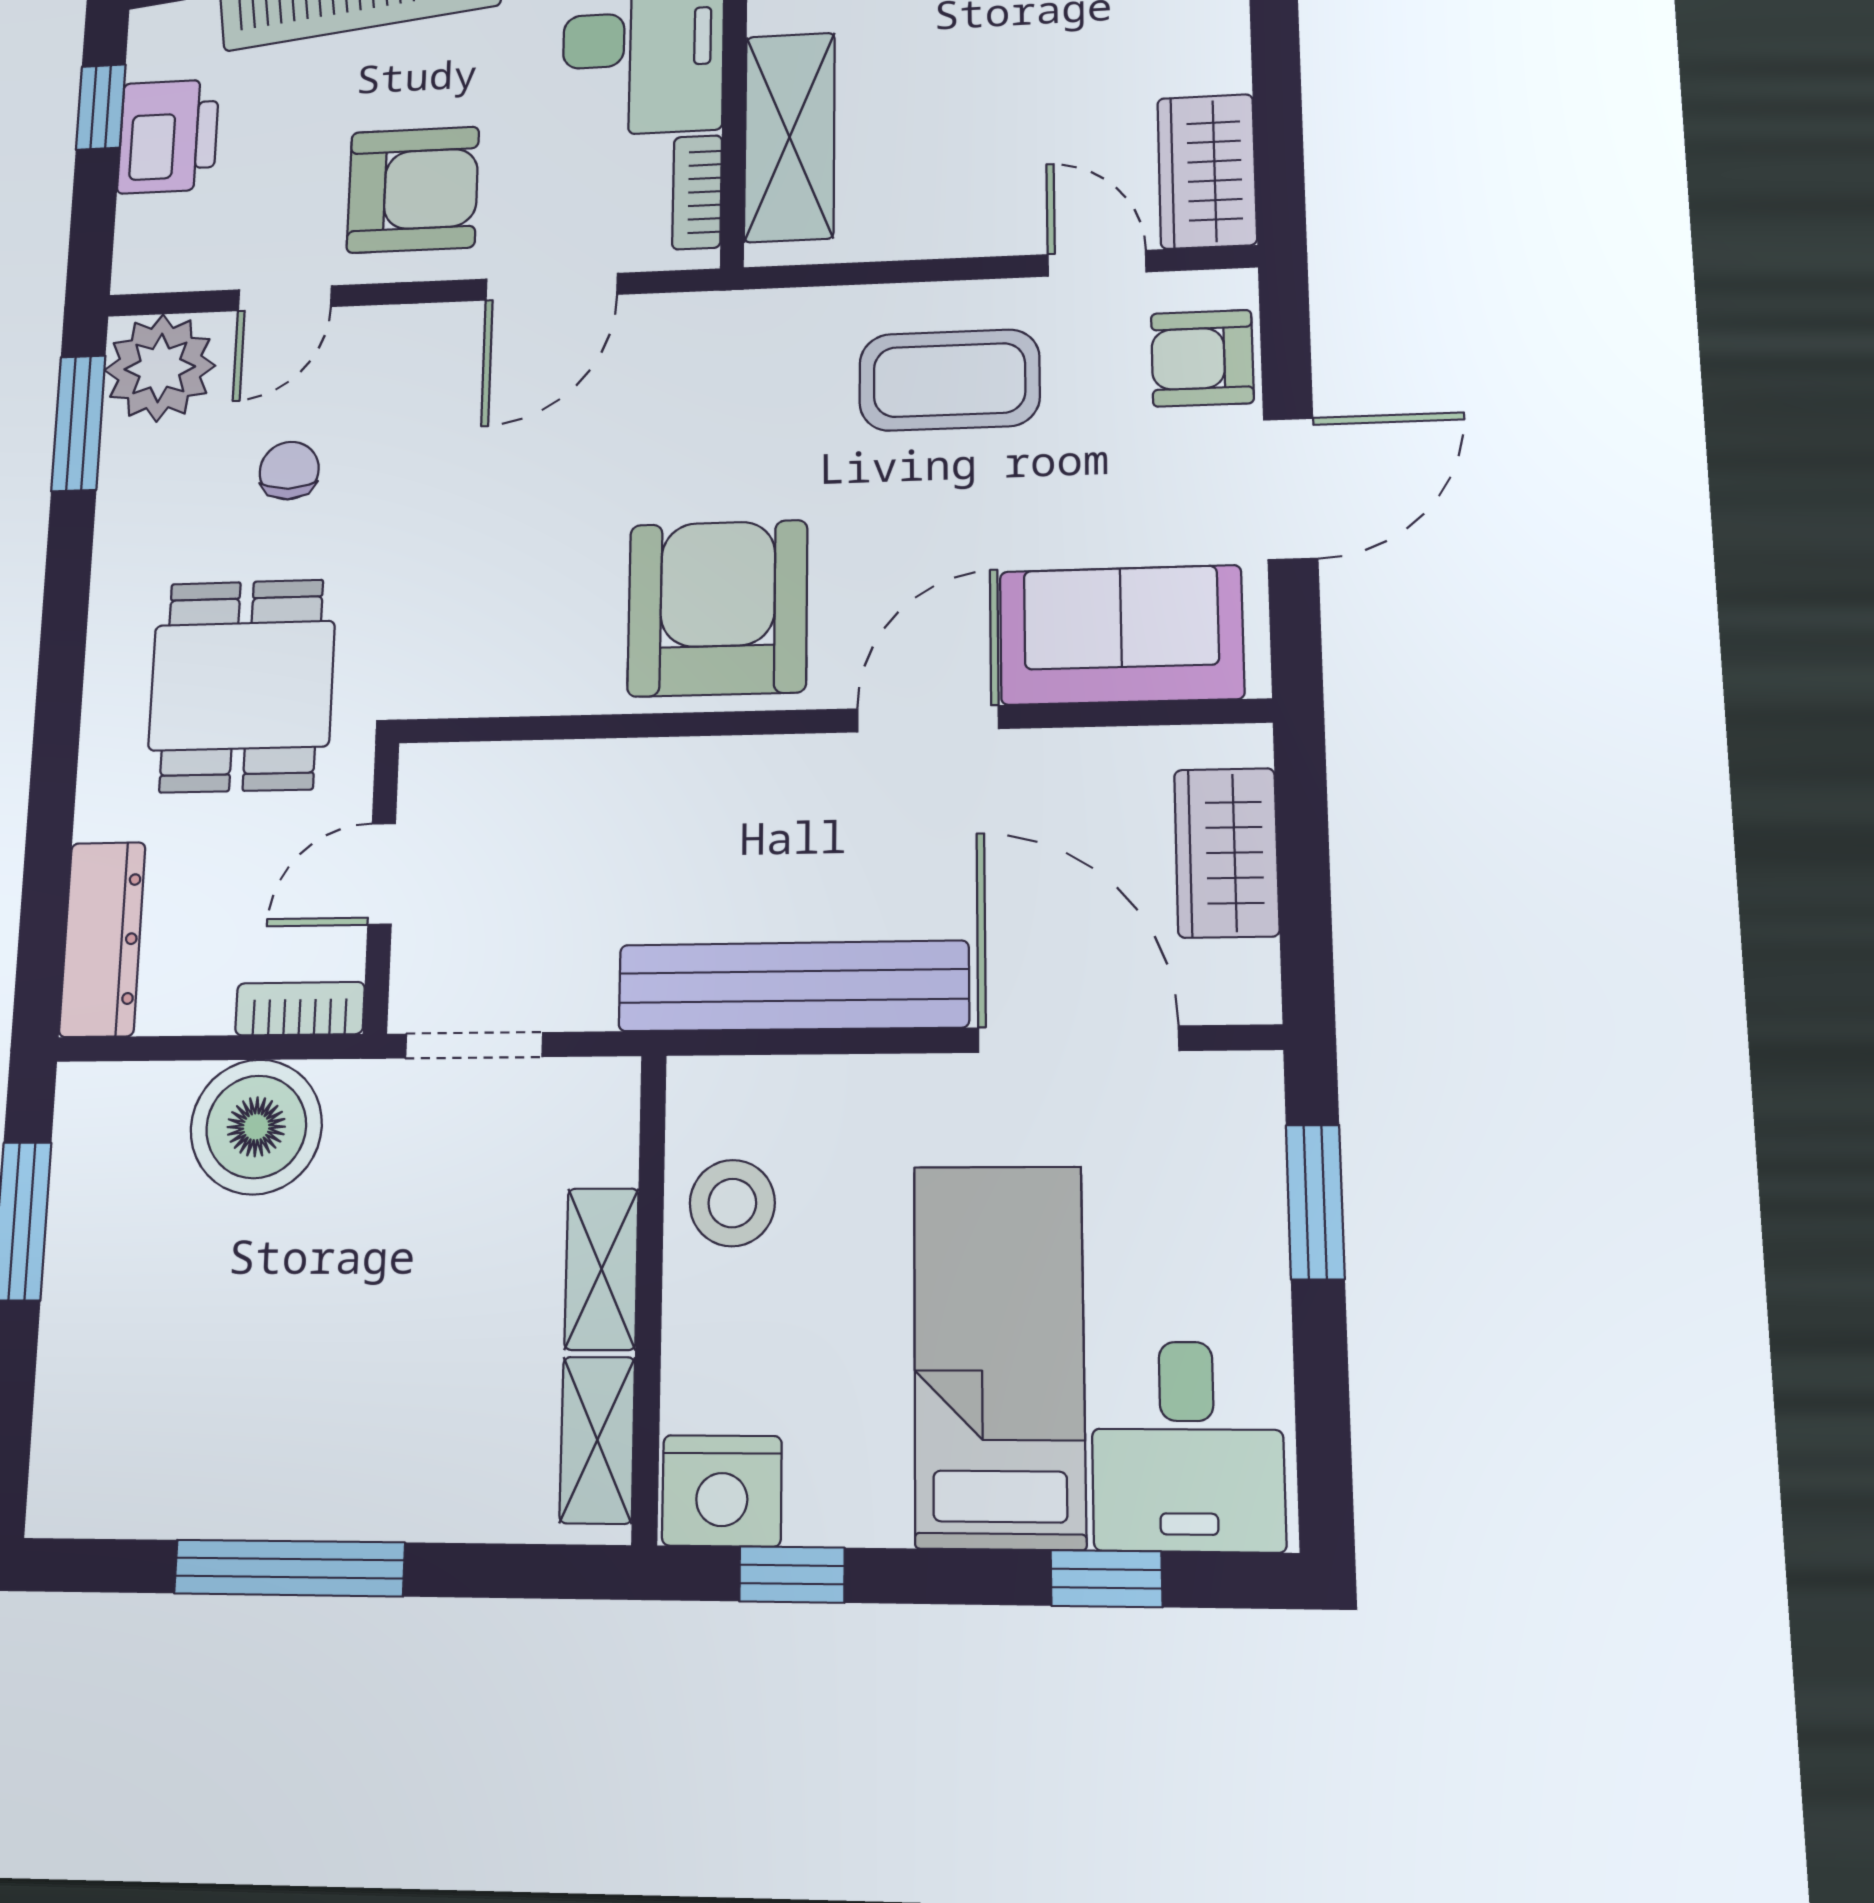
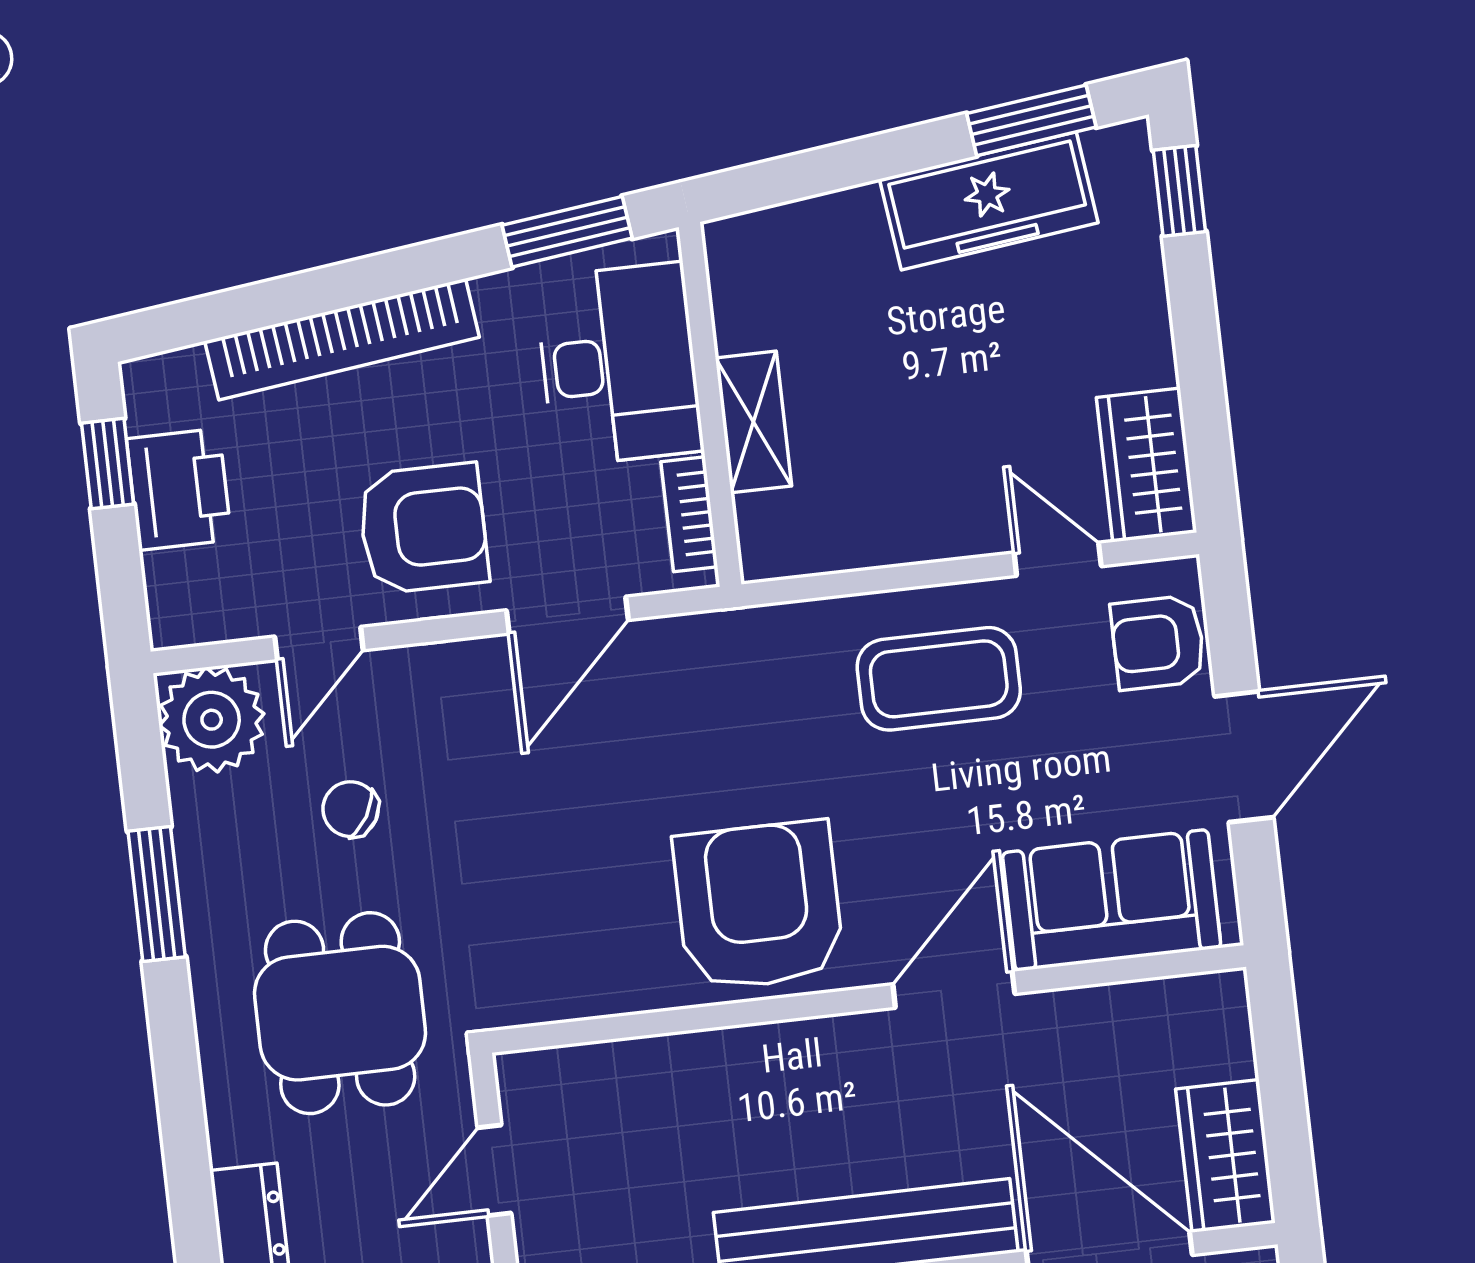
shelving: (790, 137) -> (754, 422), width x0.67, depth x0.75
window: (78, 423) -> (157, 894), moved
chair: (289, 471) -> (351, 809), turned -59
wardrobe: (1227, 853) -> (1226, 1156), moved

